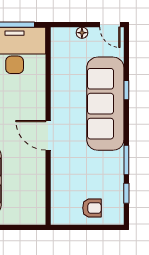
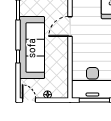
door: (48, 135) -> (70, 26), swing flipped

